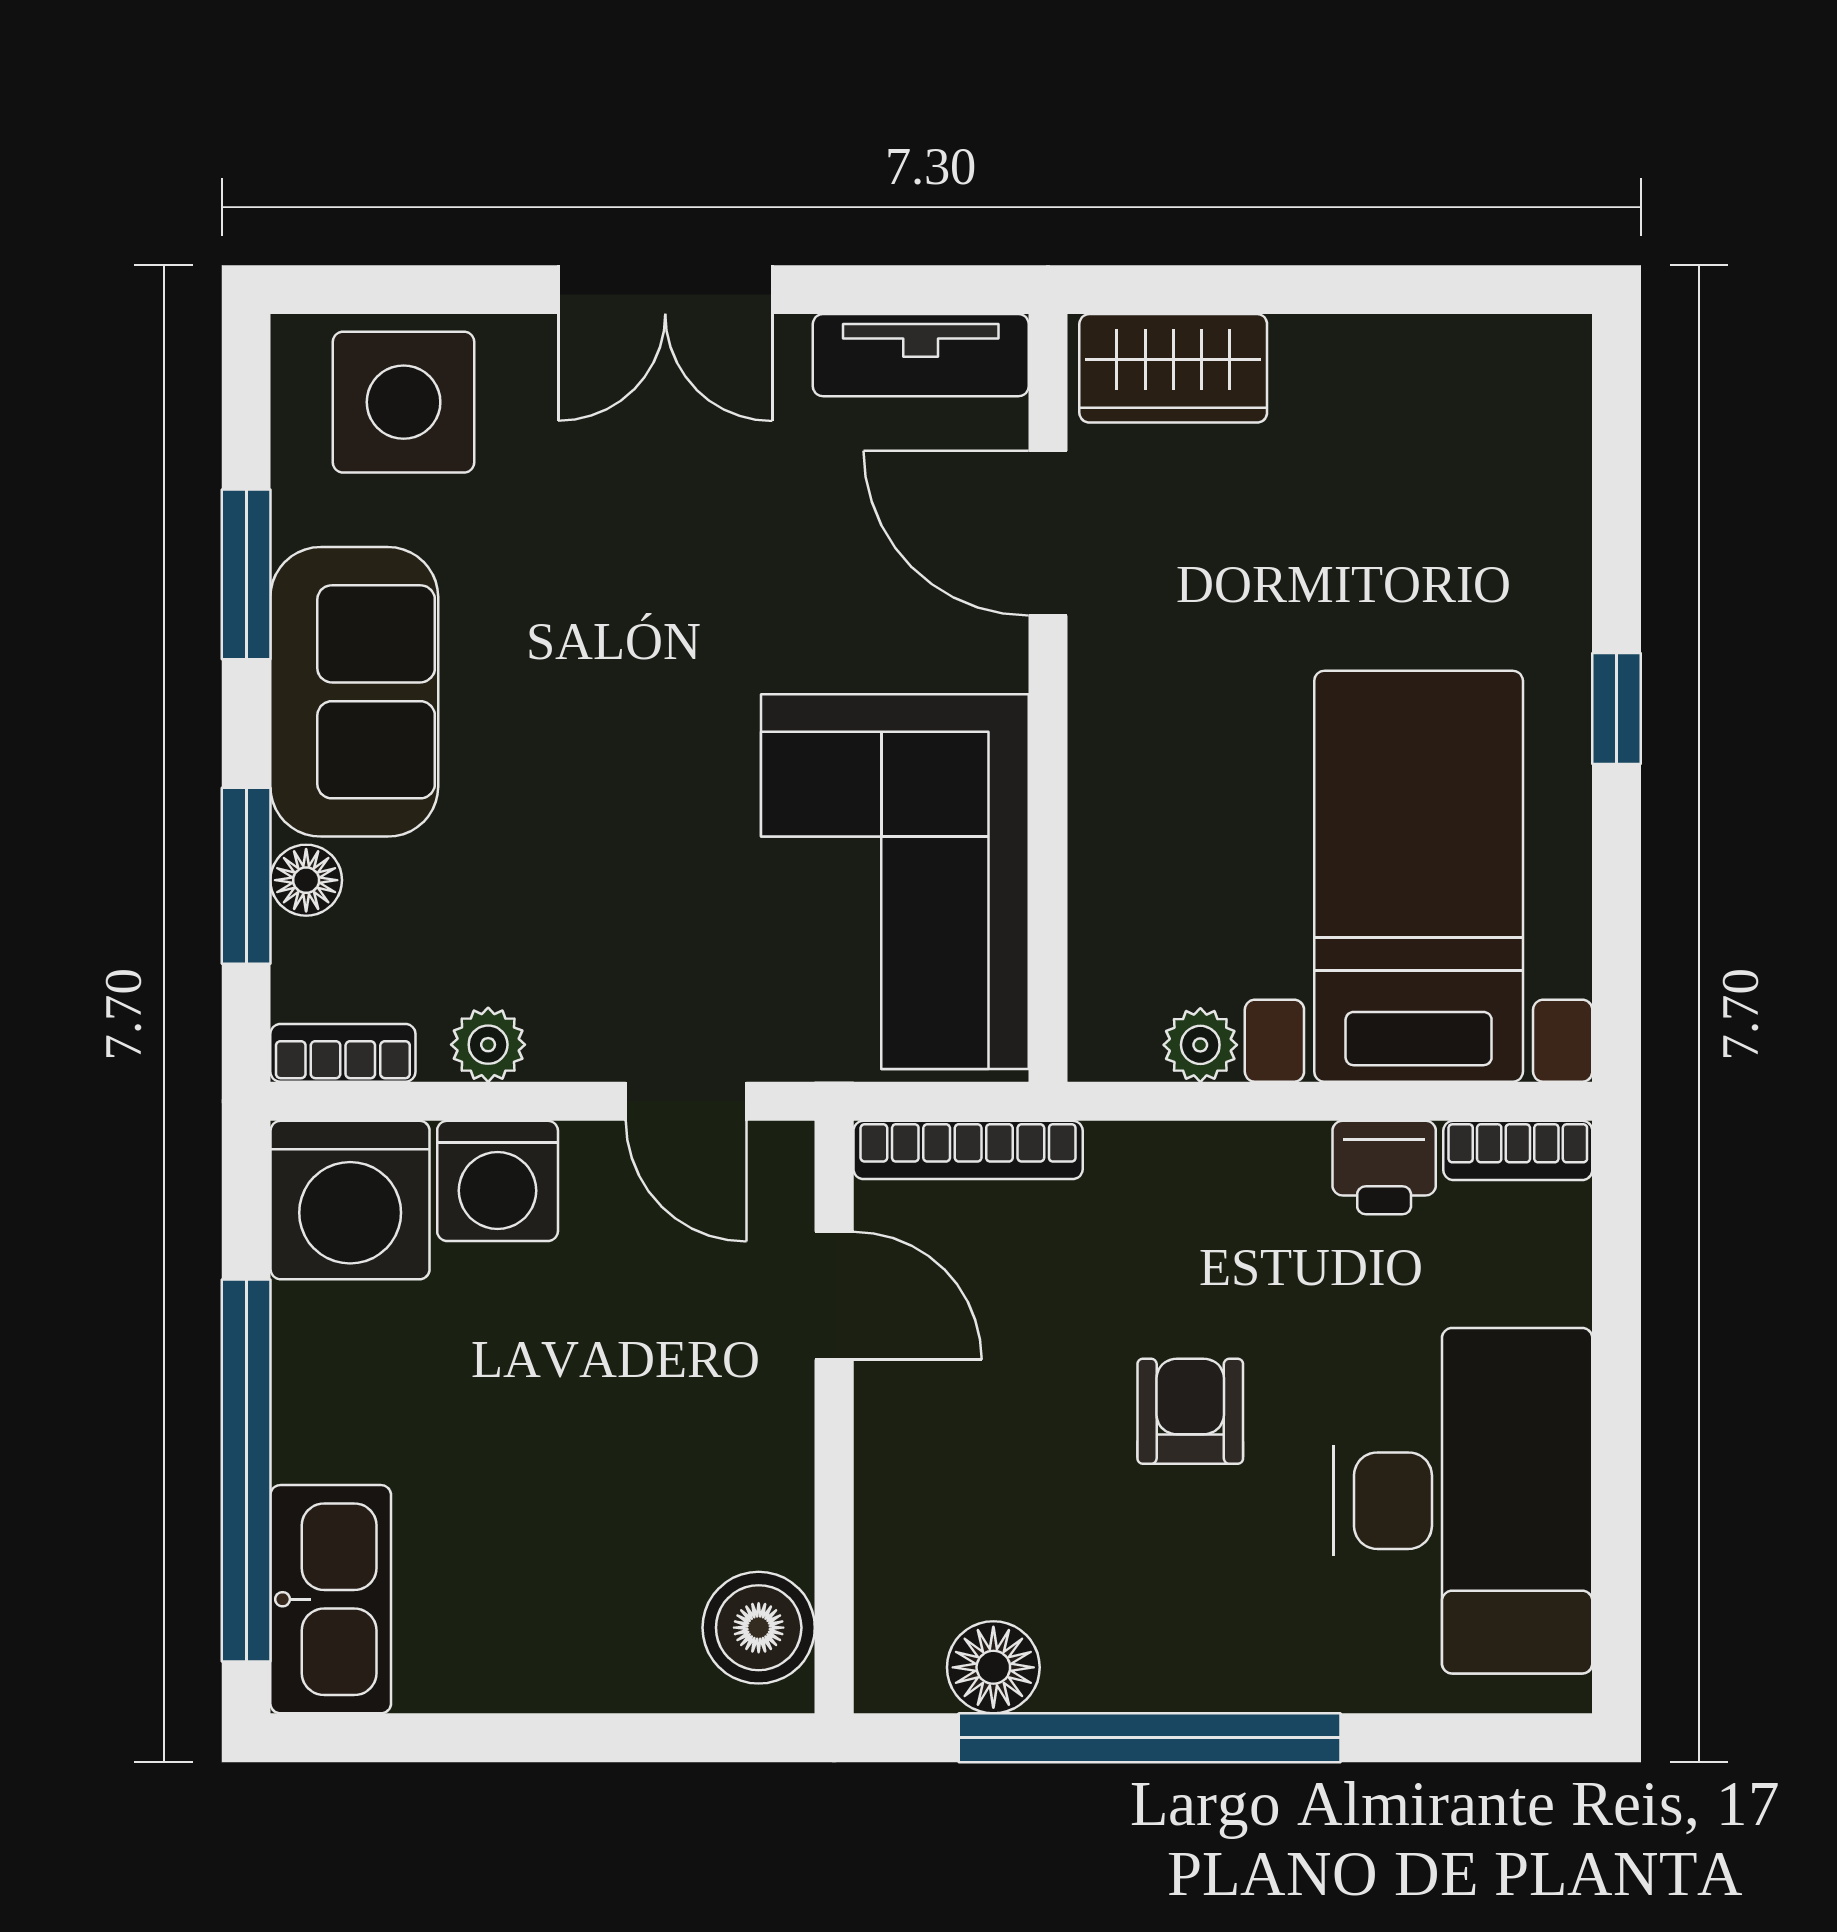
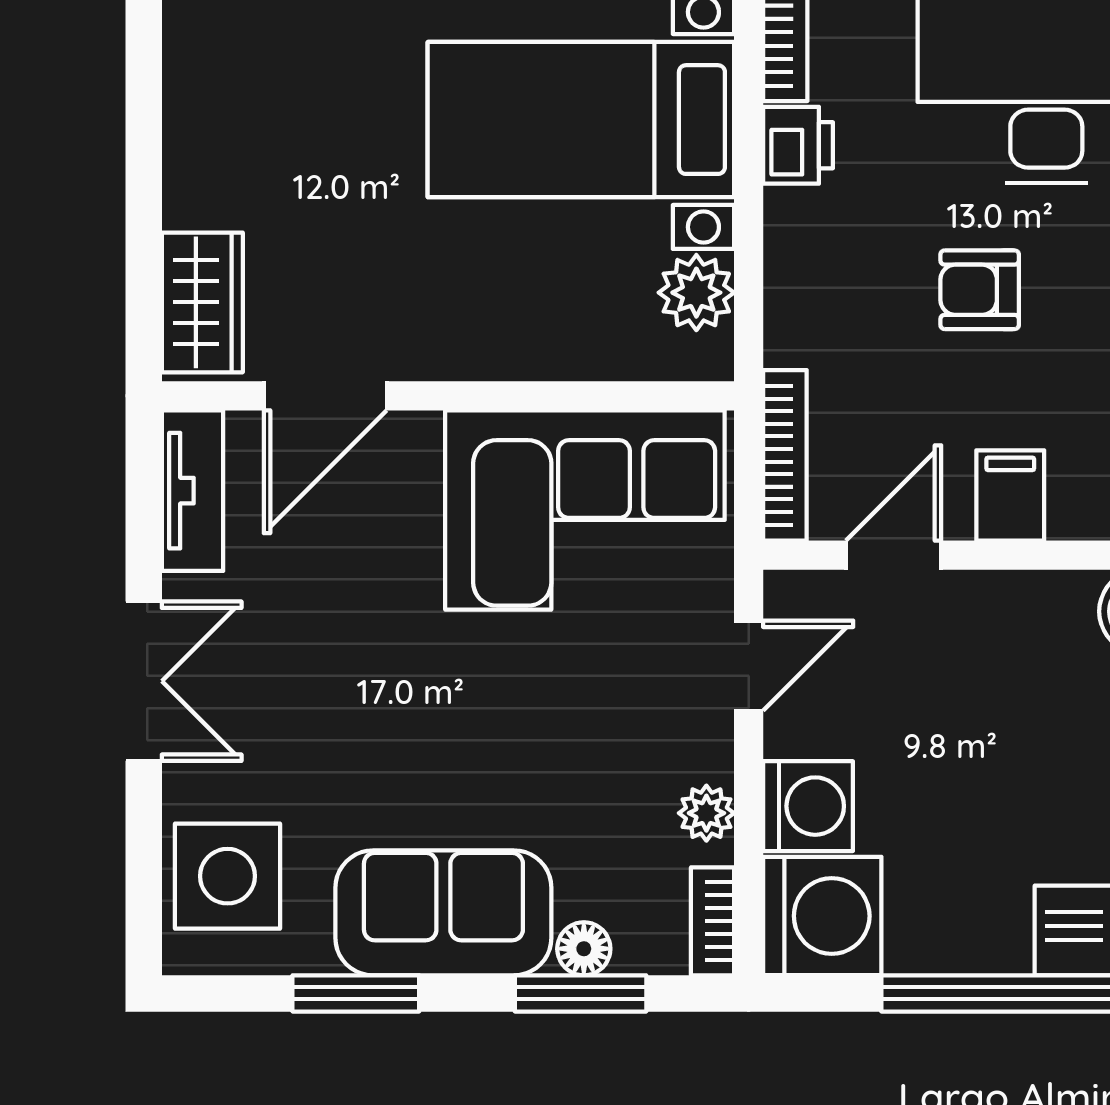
plant: (1200, 1045) -> (696, 293), width x1.38, depth x1.38
filing cabinet: (914, 1452) -> (1010, 495), added

